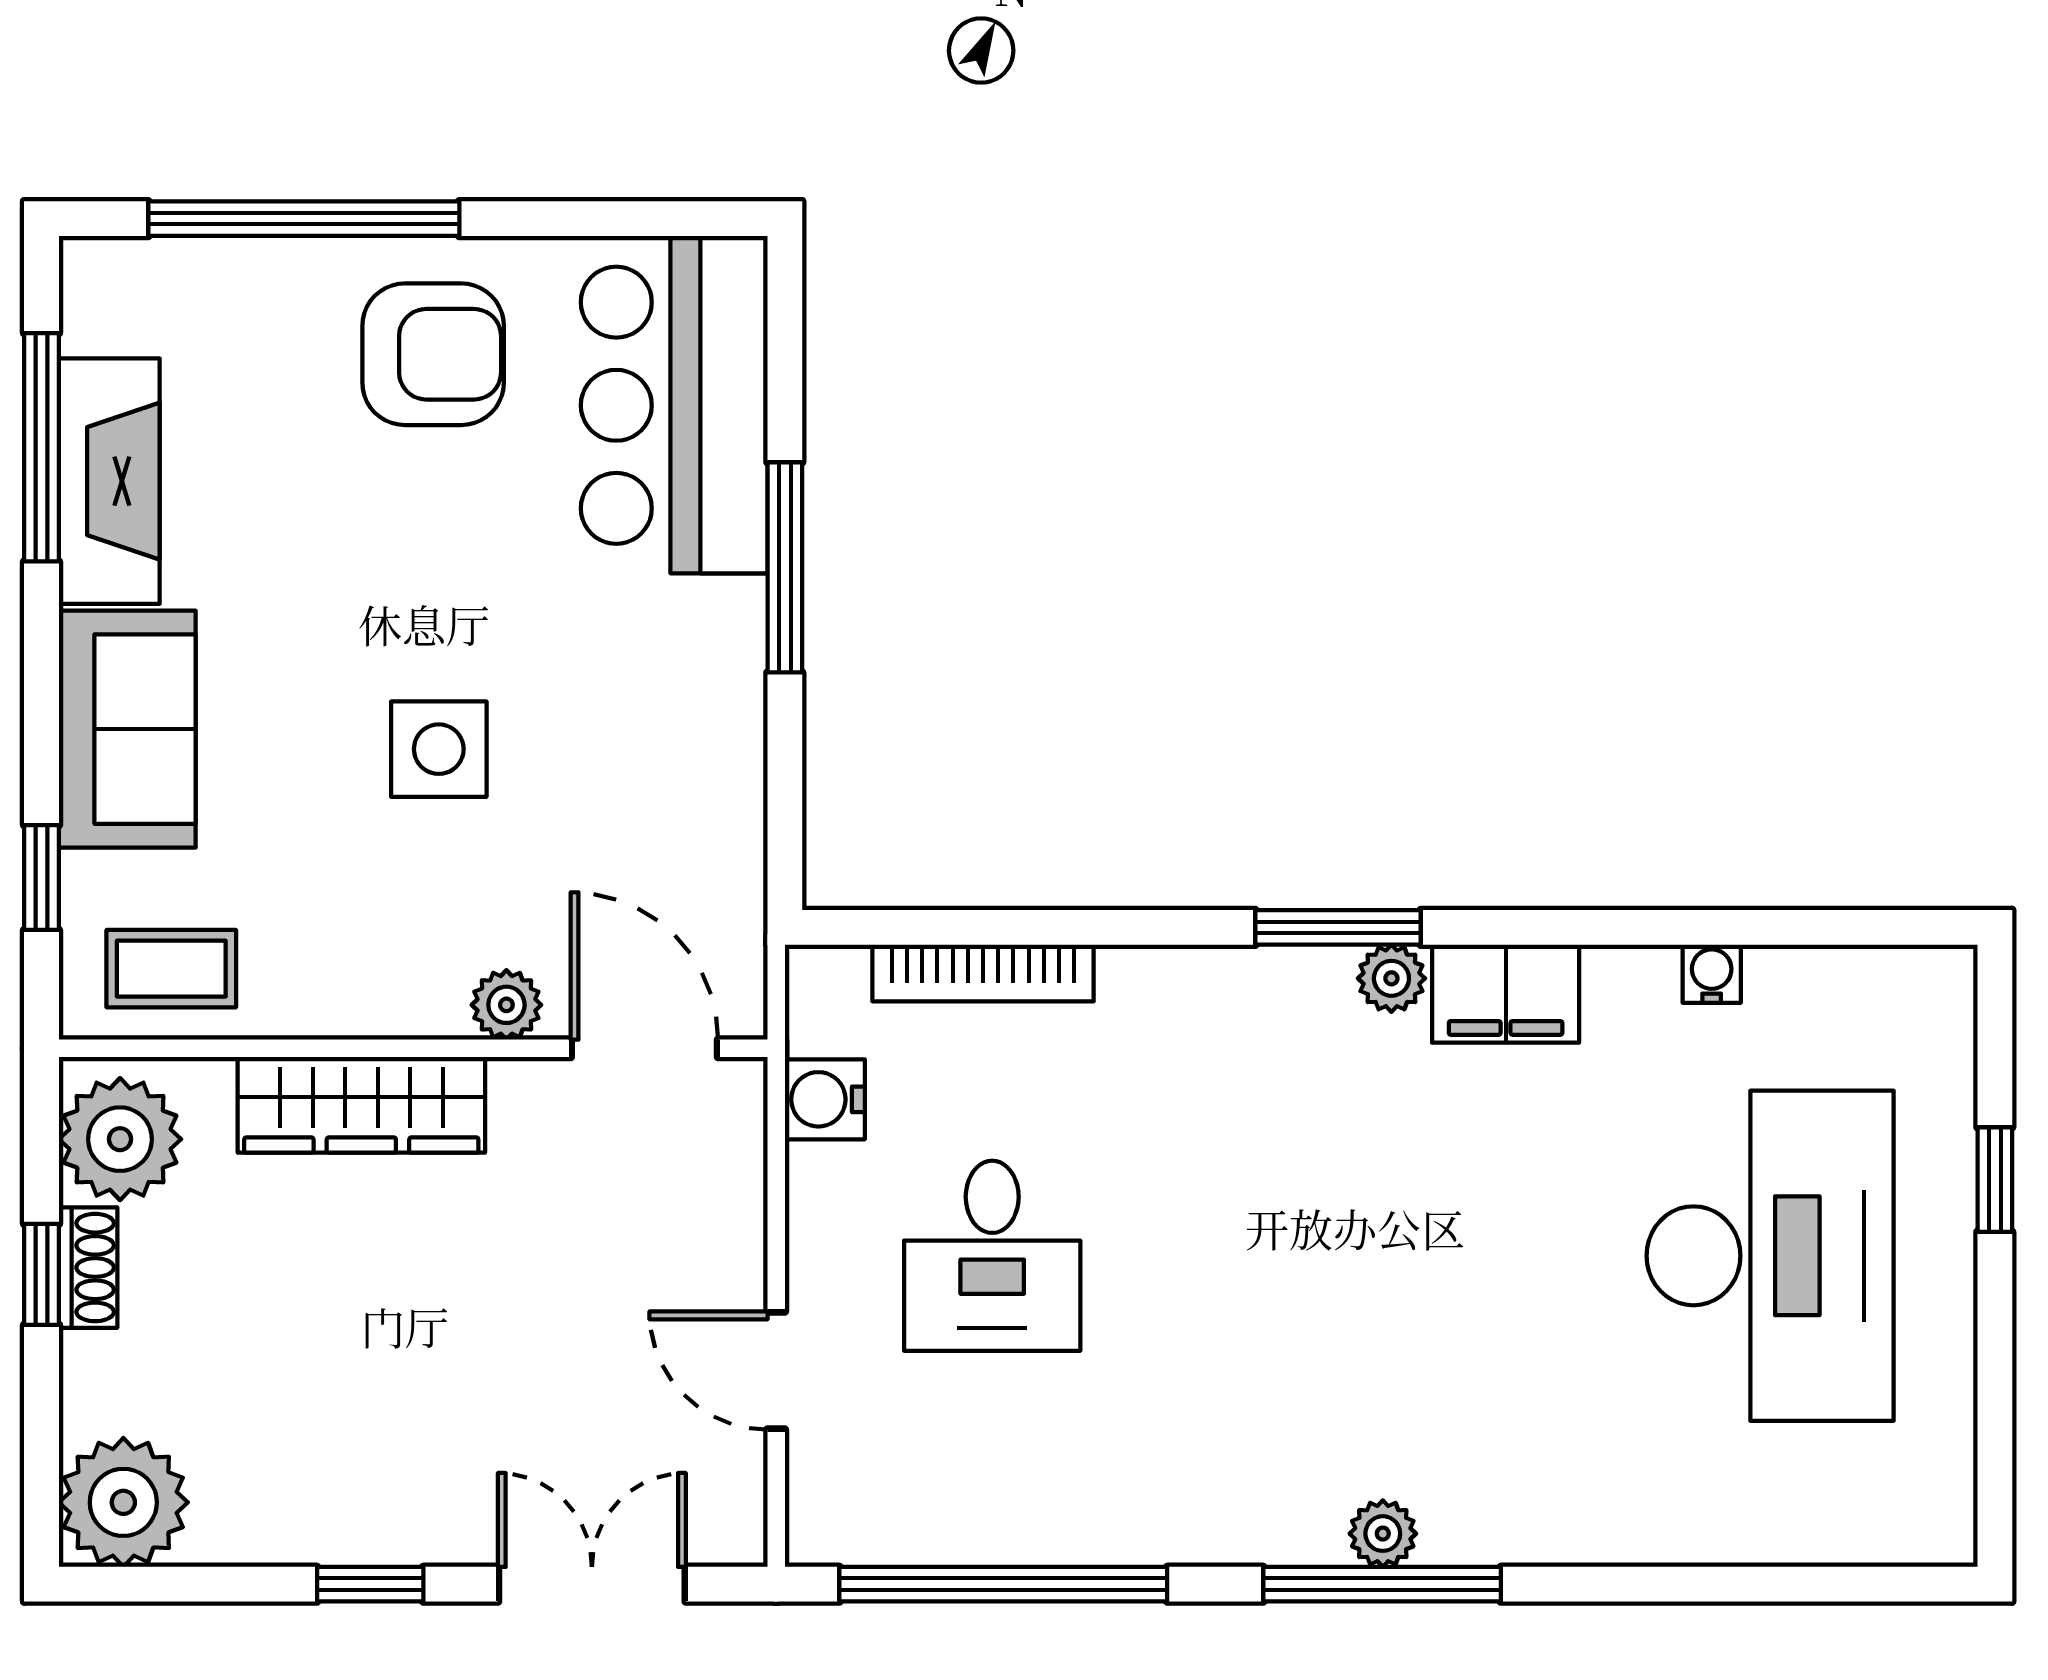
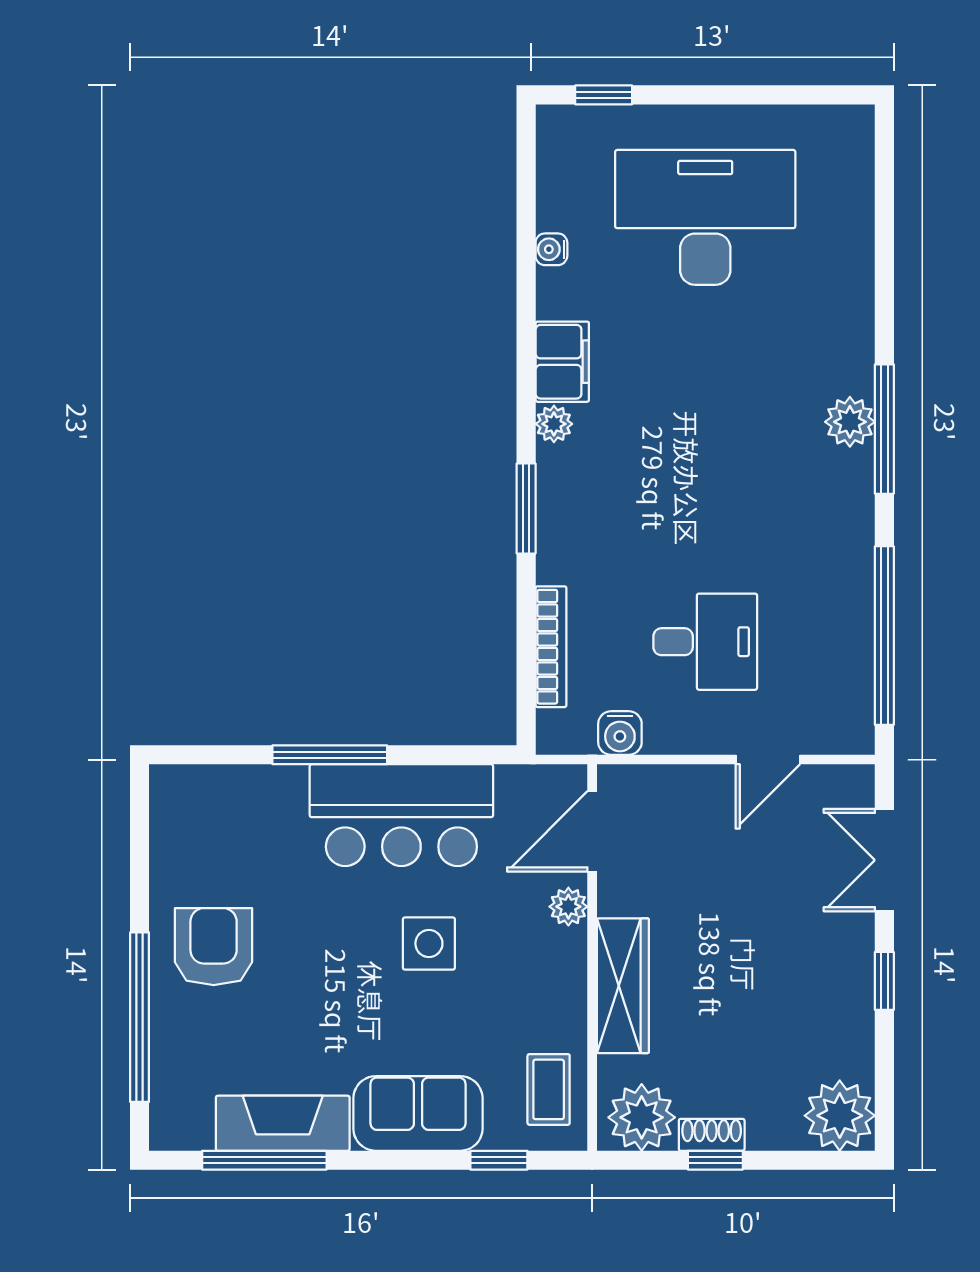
bar counter: (674, 405) -> (401, 815), moved
window: (1338, 927) -> (526, 508), moved
window: (1995, 1180) -> (604, 95), moved
plant: (1383, 1534) -> (850, 422), width x1.38, depth x1.38

